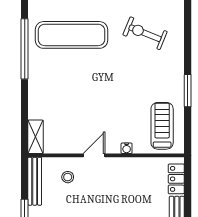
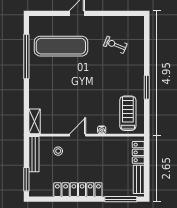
exercise bike: (145, 33) -> (115, 45), width x0.73, depth x0.72

